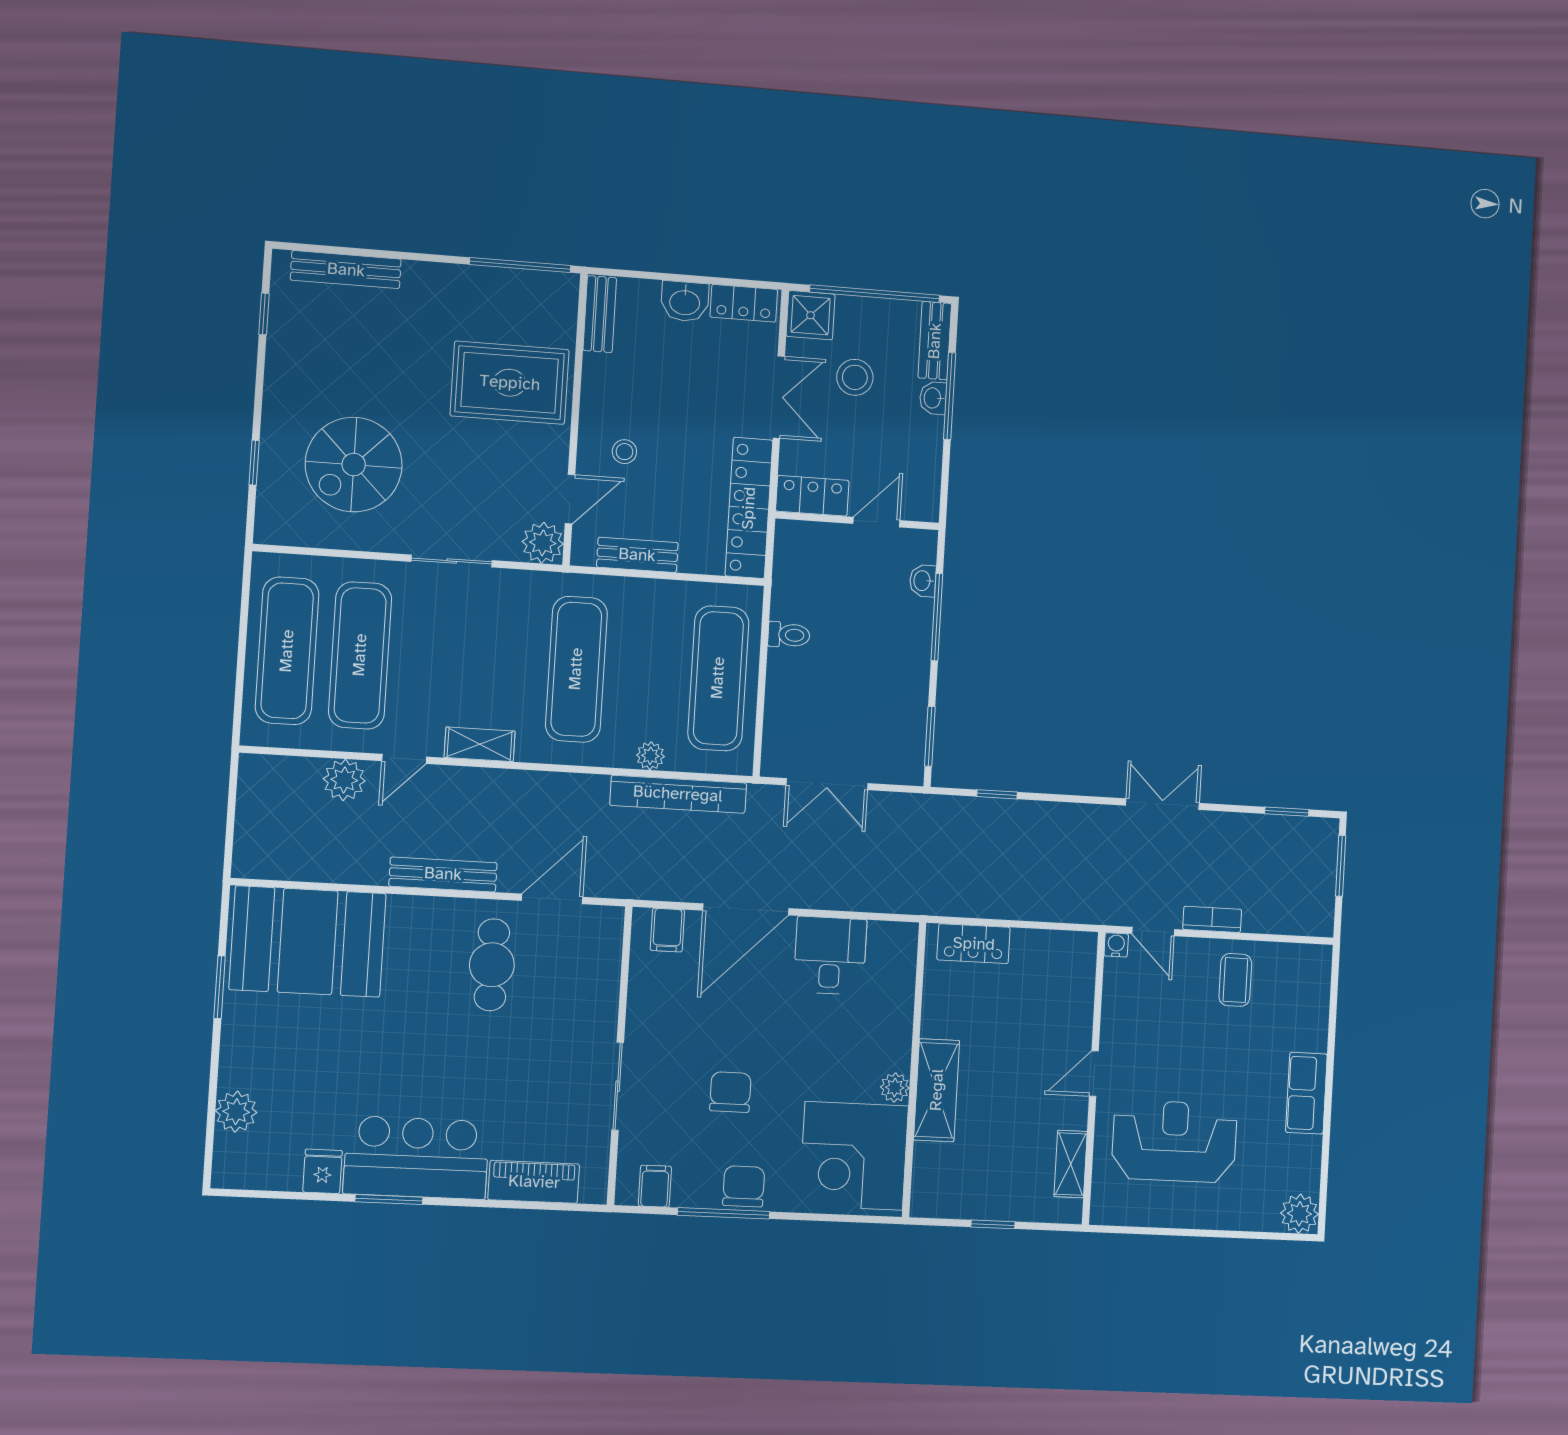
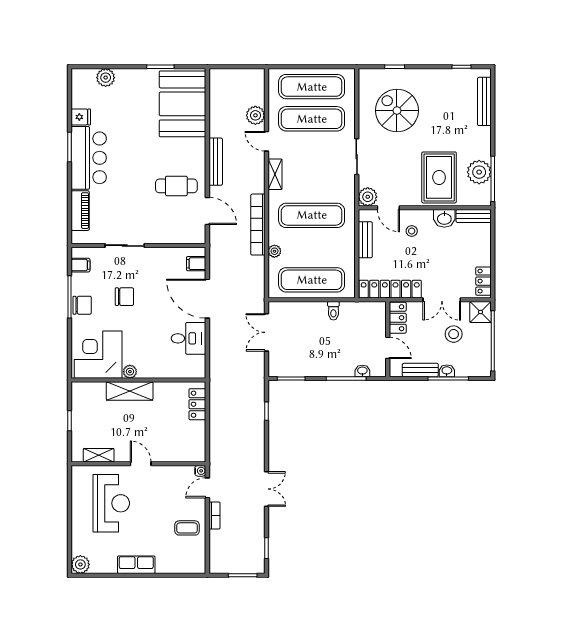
plant: (503, 294) -> (479, 172), added
washbasin: (685, 301) -> (444, 218), moved, turned -90
bench: (935, 341) -> (420, 370), moved
bookcase: (678, 794) -> (258, 225), moved

